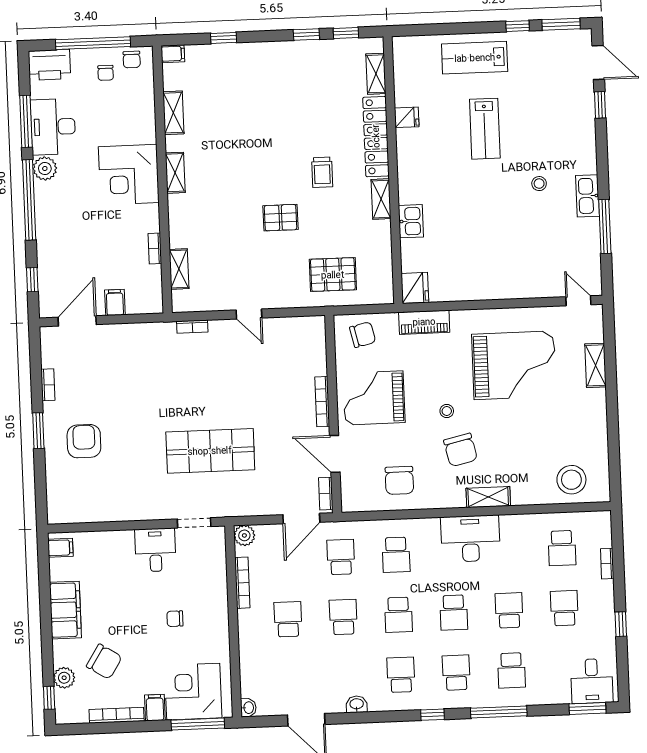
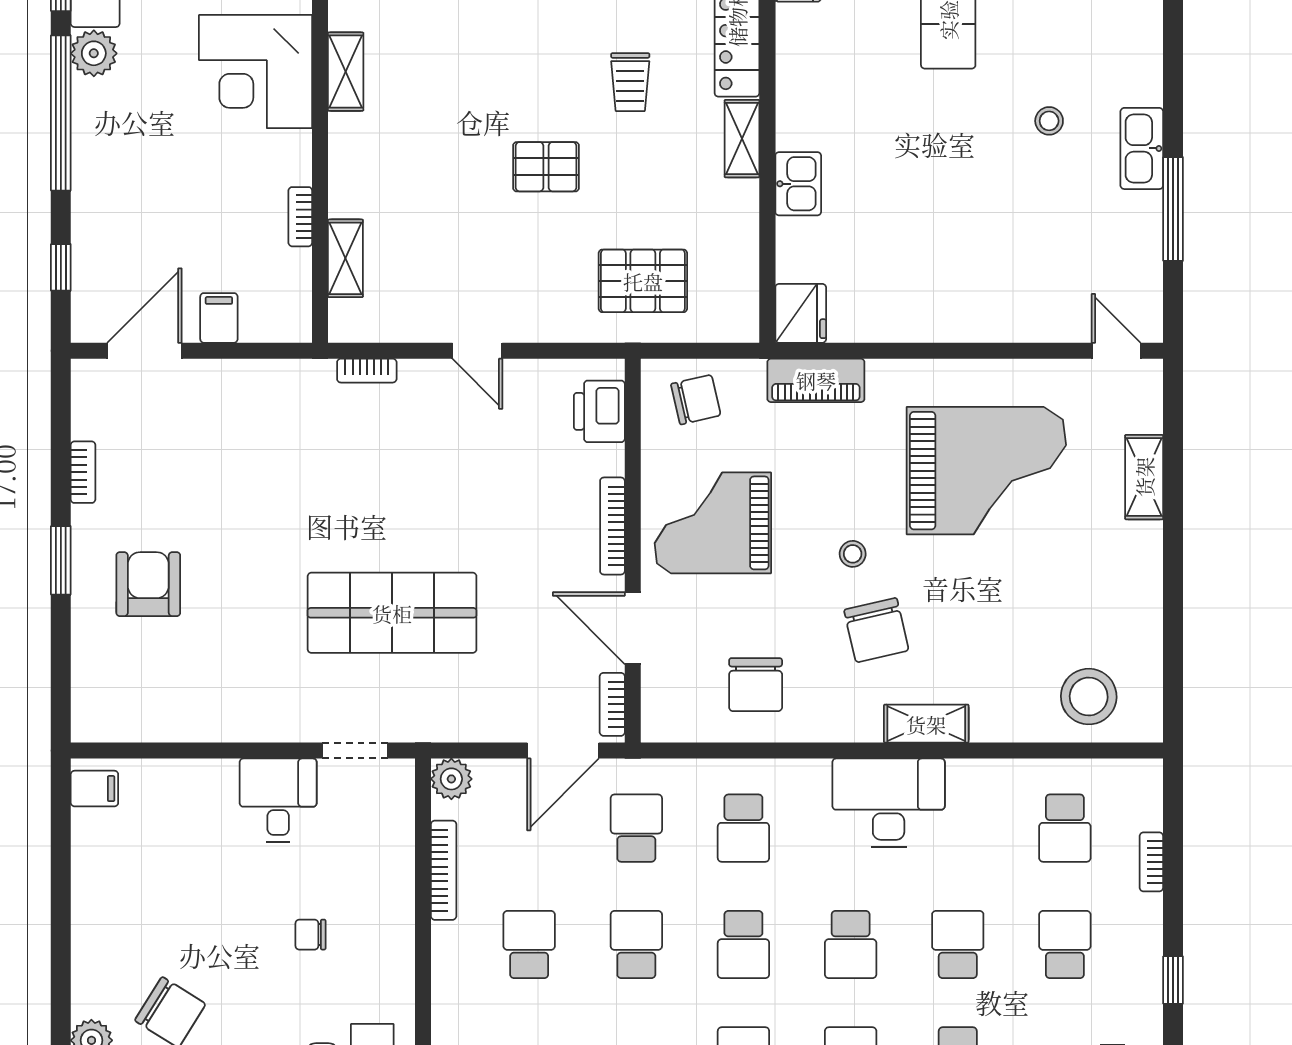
printer: (313, 343) -> (599, 411), added
filing cabinet: (65, 610) -> (99, 909), removed

